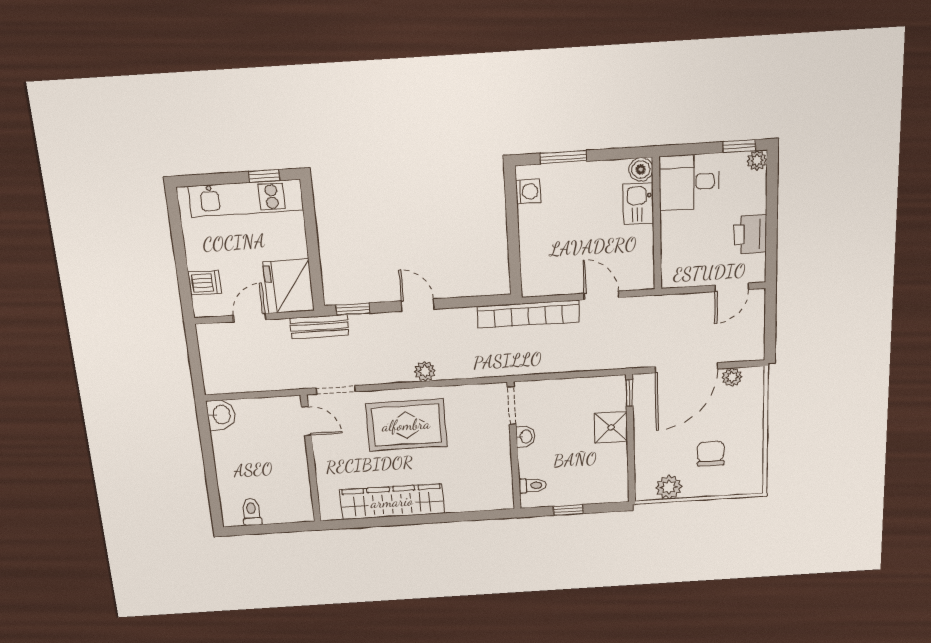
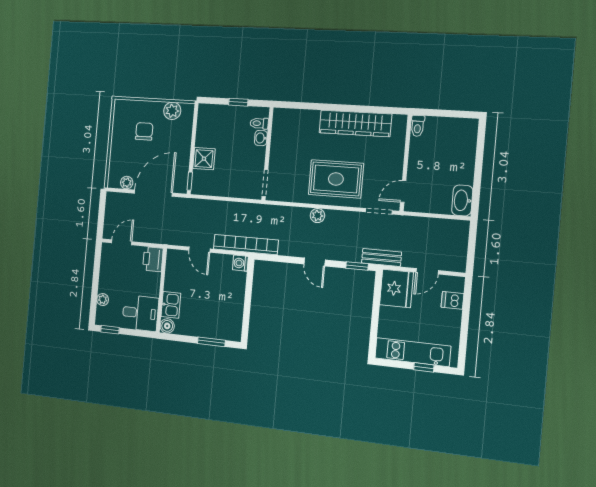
plant: (757, 160) -> (103, 300), moved
window: (264, 176) -> (424, 367), moved
washing machine: (528, 191) -> (240, 263), moved
printer: (750, 234) -> (153, 259), moved, turned 180
washbasin: (221, 415) -> (462, 200), width x1.38
door: (306, 421) -> (403, 191), hinge flipped
washbasin: (526, 437) -> (261, 138), moved
chair: (711, 454) -> (144, 131), turned 180
toilet: (252, 512) -> (418, 126), moved

